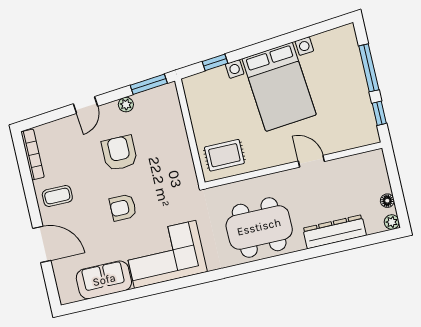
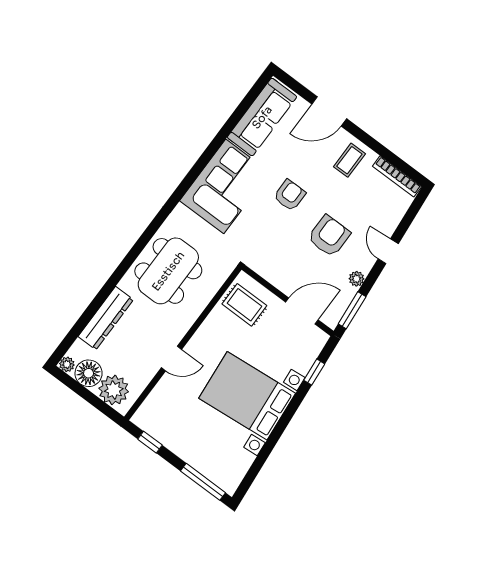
window: (369, 68) -> (203, 482), moved
door: (186, 115) -> (302, 311), added
armchair: (119, 153) -> (329, 236), turned -90
rug: (224, 155) -> (244, 305), turned 90
plant: (373, 174) -> (114, 390), added
floor lamp: (387, 201) -> (89, 373), width x1.89, depth x1.89
sofa: (104, 280) -> (262, 117), width x1.36

